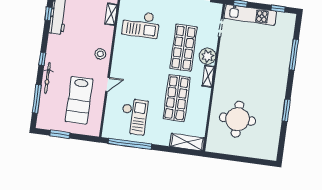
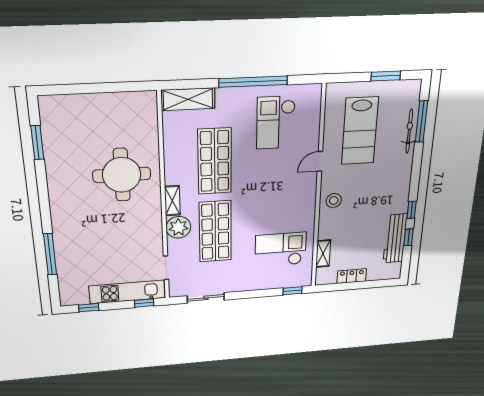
window: (42, 59) -> (412, 210), moved
bicycle: (47, 78) -> (409, 131), moved
lab bench: (79, 100) -> (360, 131), turned 180
window: (286, 110) -> (37, 143), moved
round table: (237, 119) -> (122, 175), moved
window: (130, 144) -> (253, 82), moved

